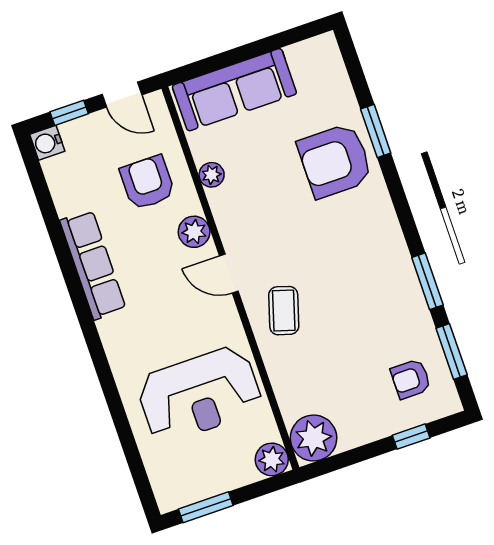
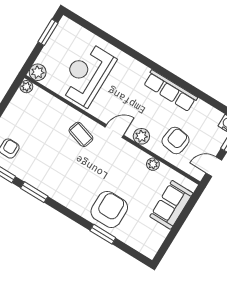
sofa: (234, 90) -> (171, 205), width x0.73
armchair: (147, 182) -> (176, 140), turned -82
plant: (314, 438) -> (26, 87), width x0.53, depth x0.53

